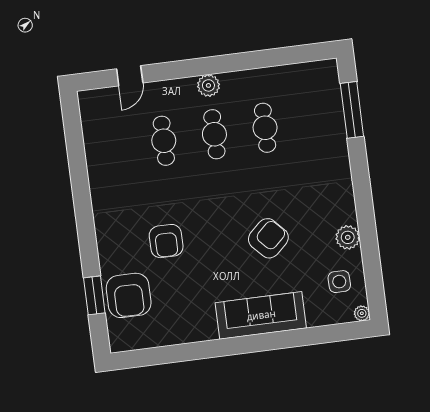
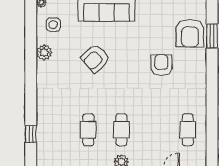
window: (352, 110) -> (31, 134), width x0.46
cafe table: (164, 141) -> (188, 130), moved
armchair: (129, 295) -> (190, 33), turned 180

